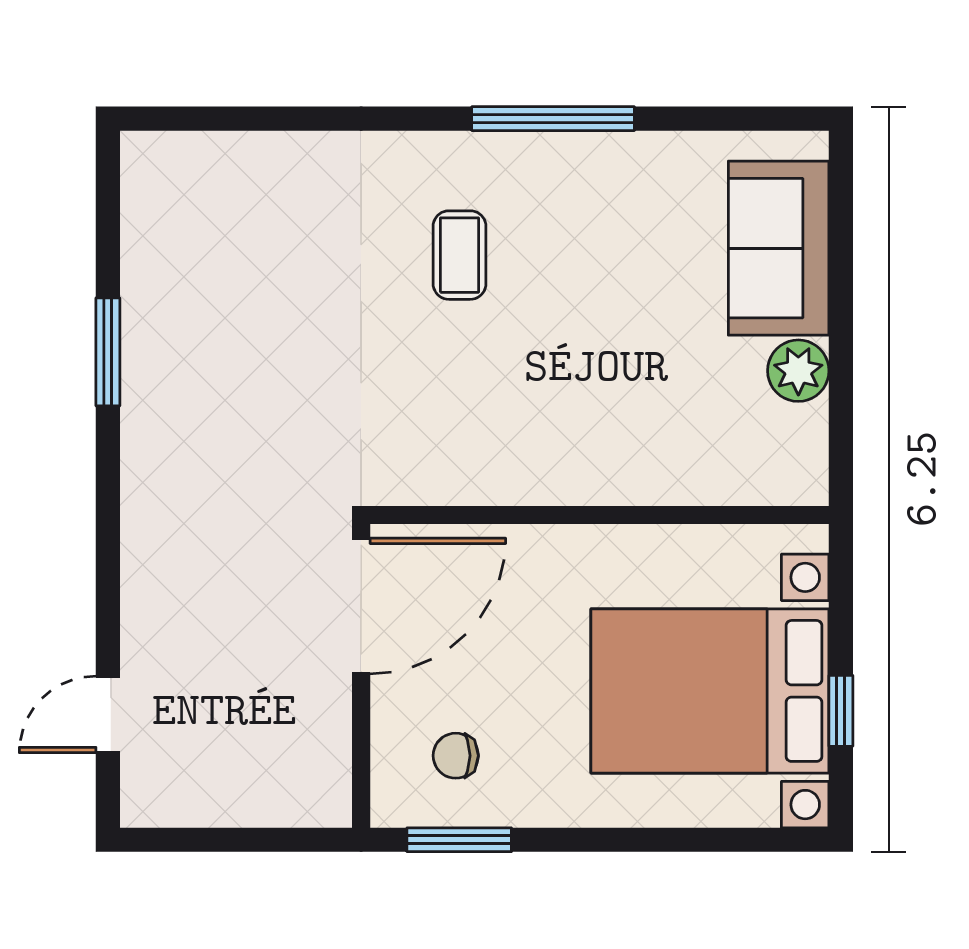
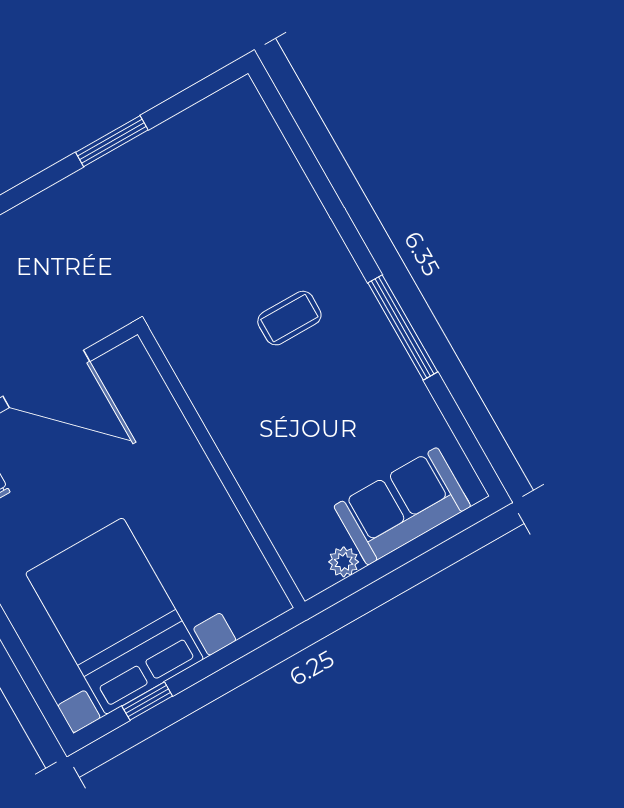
plant: (798, 371) -> (344, 562), width x0.73, depth x0.73
wall: (600, 515) -> (221, 468), moved

